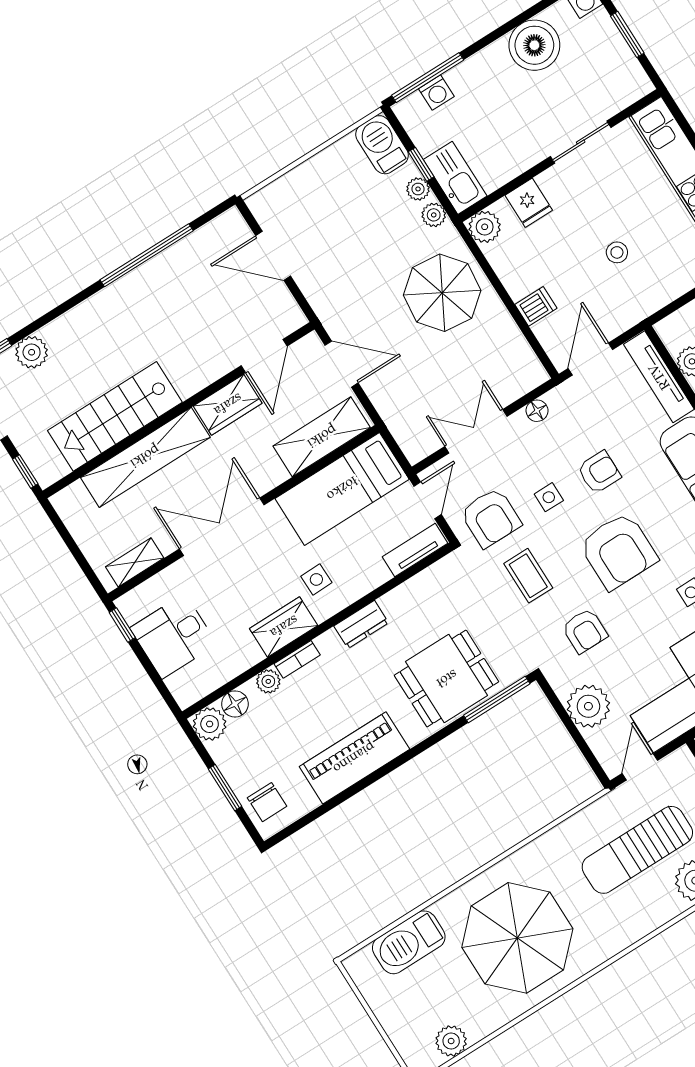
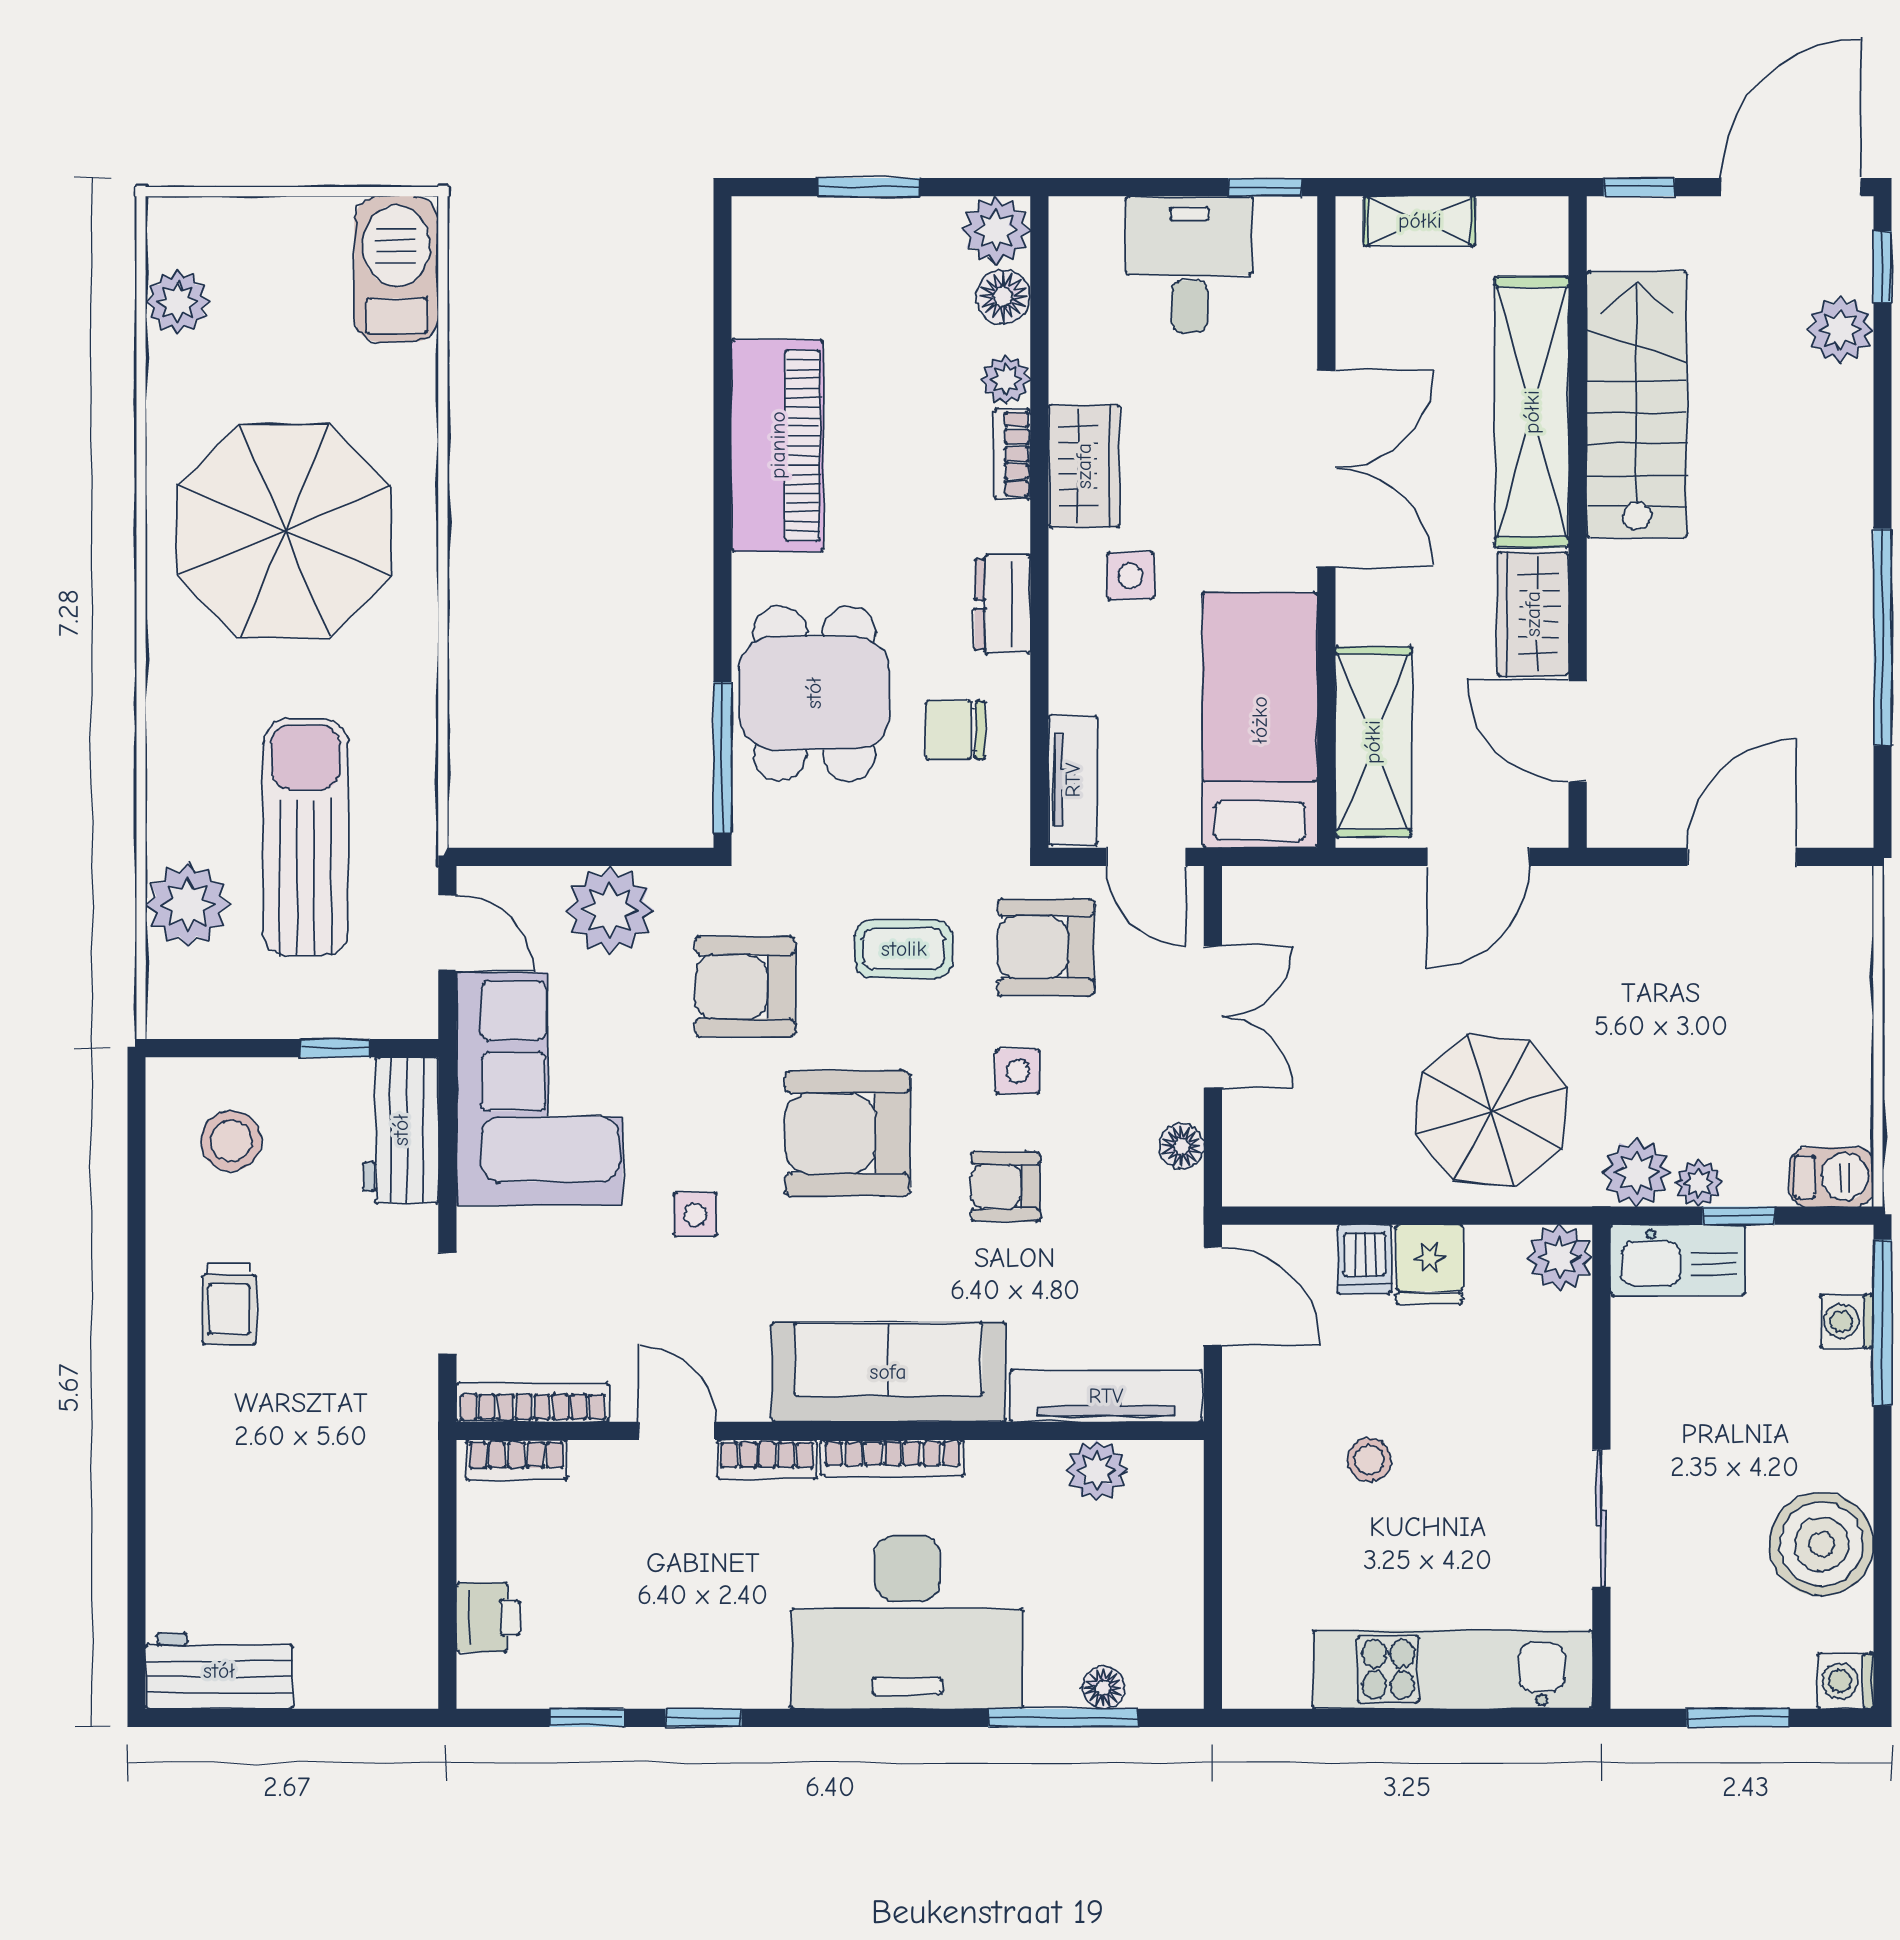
barbecue: (382, 145) -> (1832, 1177), width x0.73, depth x0.79
fridge: (529, 203) -> (1429, 1264), moved, turned -90
plant: (434, 215) -> (1637, 1172), width x1.38, depth x1.38
armchair: (599, 472) -> (1006, 1187), turned 90
shelving: (135, 562) -> (1420, 221), moved, turned 90
armchair: (585, 631) -> (745, 987), width x1.38, depth x1.38
chair: (267, 802) -> (956, 730), moved
barbecue: (409, 942) -> (396, 269), moved

